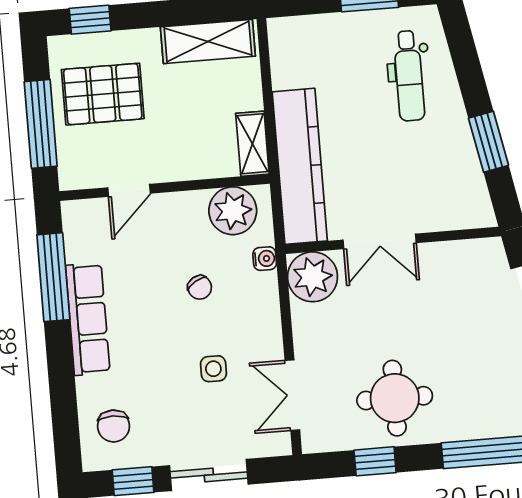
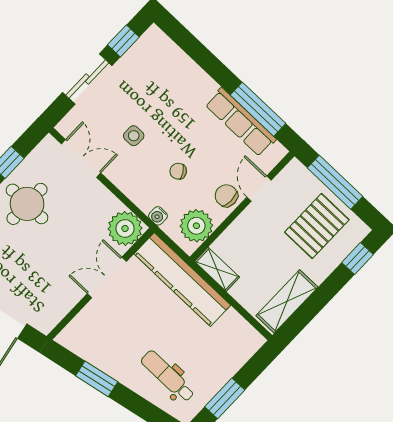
row of seats: (88, 319) -> (241, 122), moved
chair: (114, 426) -> (226, 196), moved

